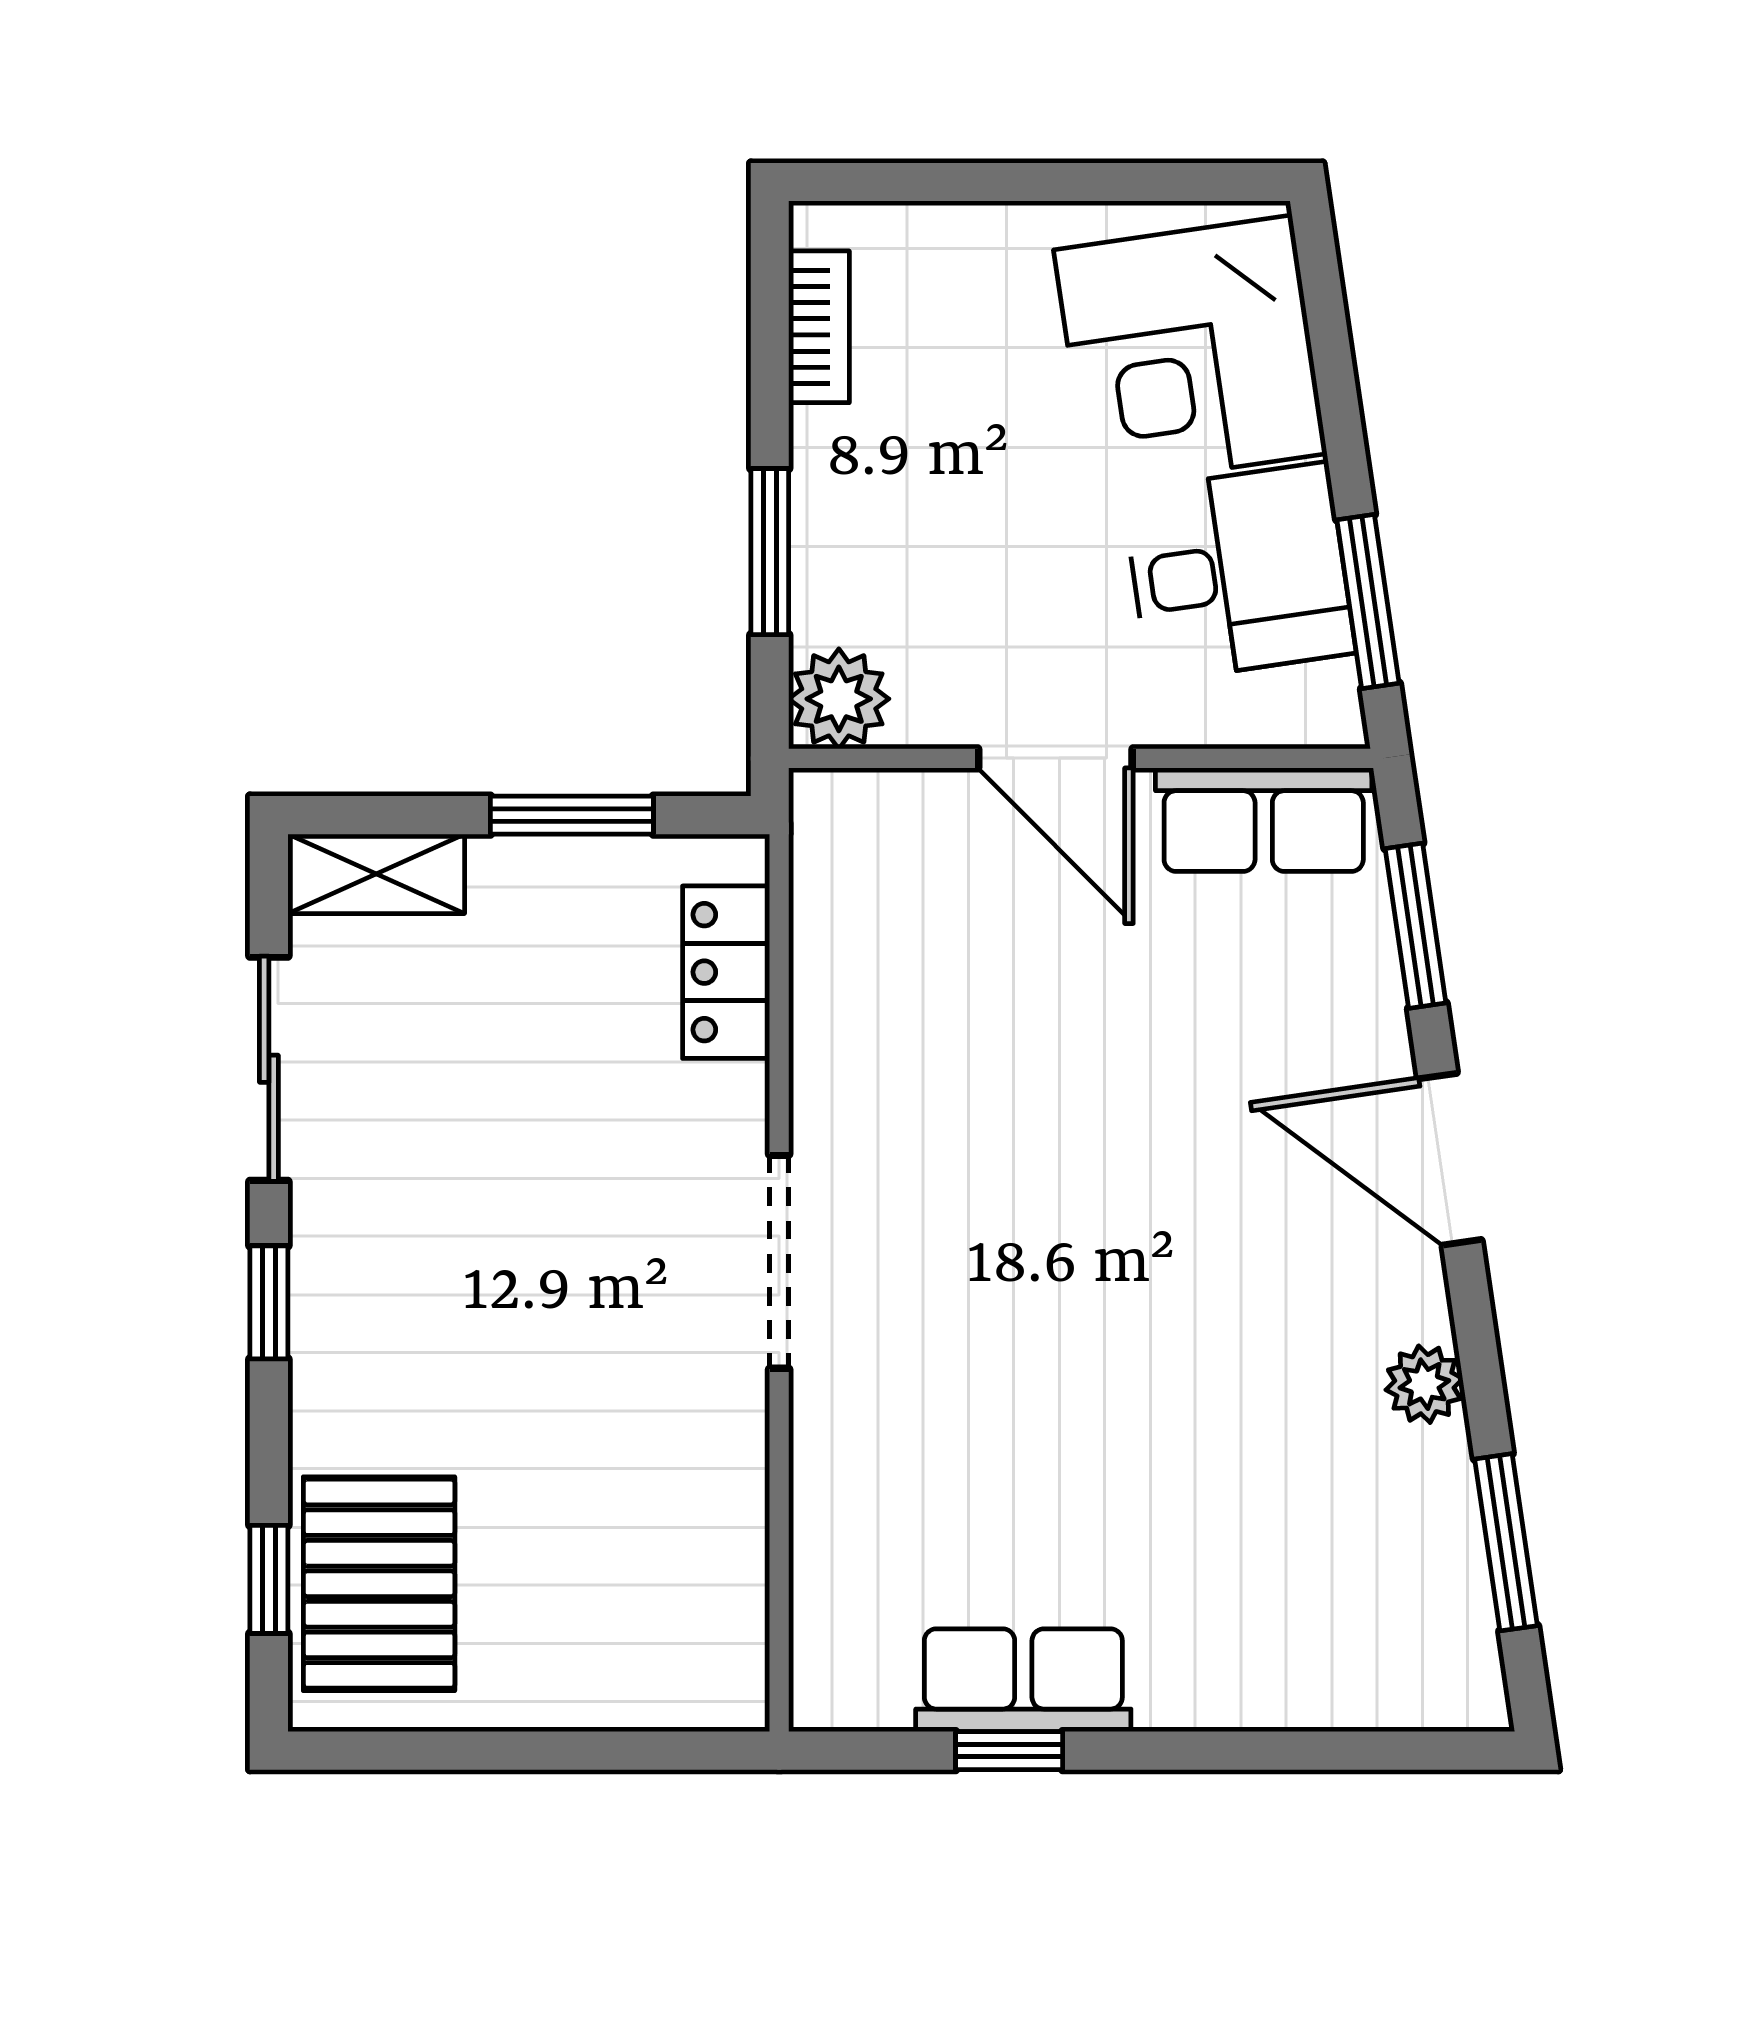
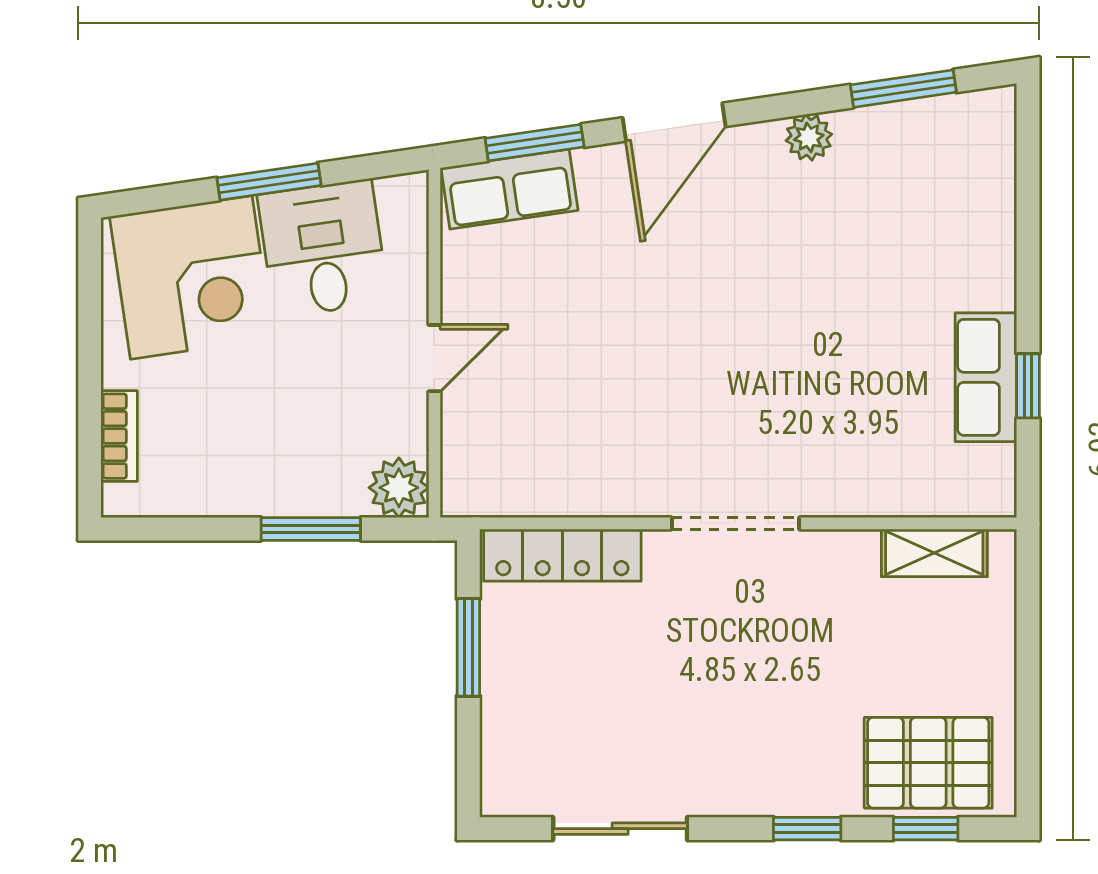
bookcase: (819, 327) -> (119, 436), moved, turned 90
window: (1368, 602) -> (269, 182), moved
door: (1055, 758) -> (434, 358), width x0.73
row of seats: (1264, 820) -> (509, 189), moved, turned 82
shelving: (376, 874) -> (934, 553), moved, turned 90
locker: (726, 972) -> (562, 555), width x1.53
window: (269, 1302) -> (807, 829), moved

